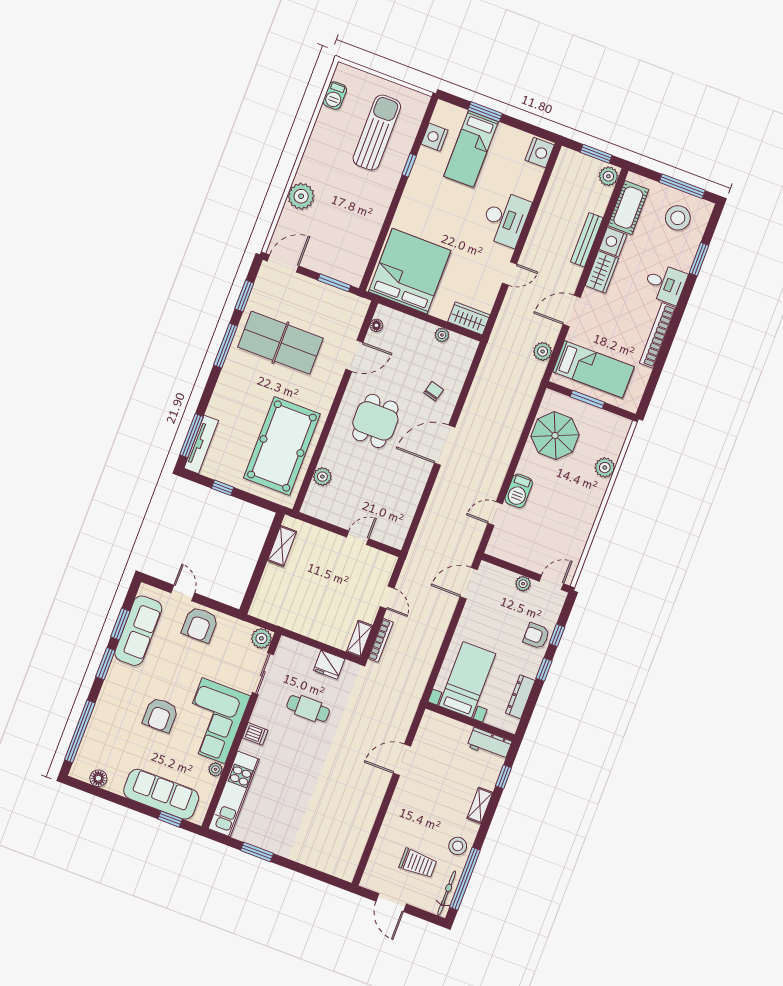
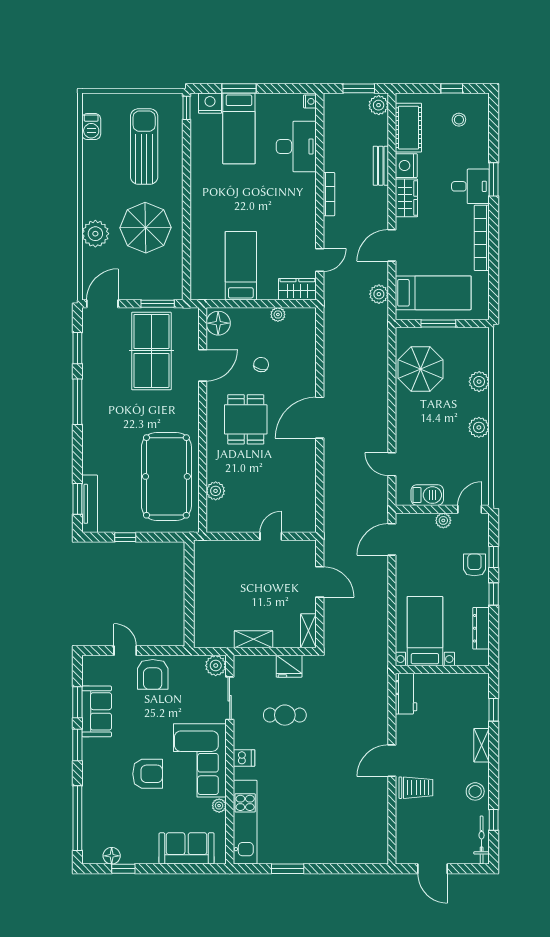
nightstand: (435, 137) -> (210, 103), moved, turned 90
nightstand: (540, 152) -> (310, 101), width x0.53, depth x0.56
window: (409, 165) -> (186, 108), moved
window: (682, 186) -> (452, 88), width x0.46
parasol: (350, 208) -> (146, 228), added
stool: (678, 218) -> (459, 120), width x0.53, depth x0.53
desk: (505, 219) -> (296, 146), moved
bench: (587, 240) -> (381, 166), width x0.73
window: (699, 259) -> (494, 179), moved
bed: (410, 271) -> (241, 266), width x0.49
door: (509, 273) -> (320, 260), moved
floor lamp: (376, 325) -> (218, 323), width x1.89, depth x1.89
table tennis table: (280, 343) -> (151, 351), moved, turned 90
chair: (434, 391) -> (261, 365), moved
window: (192, 436) -> (77, 499), width x0.69
barbecue: (519, 491) -> (427, 495), moved, turned -90
plant: (589, 510) -> (479, 427), added
door: (495, 514) -> (392, 464), hinge flipped
shelving: (282, 546) -> (253, 639), moved, turned 90
door: (387, 597) -> (320, 582), width x1.38
sofa: (138, 631) -> (97, 711), width x0.73
armchair: (536, 636) -> (474, 565), turned 90
bookcase: (381, 640) -> (329, 194), moved
armchair: (160, 715) -> (148, 774), turned -90
workbench: (489, 744) -> (406, 694), moved, turned -90
door: (402, 760) -> (392, 761), moved
sofa: (161, 794) -> (187, 848), width x0.73
window: (170, 819) -> (123, 869), moved
trolley: (418, 863) -> (416, 788), moved
window: (465, 879) -> (494, 820), width x0.32

